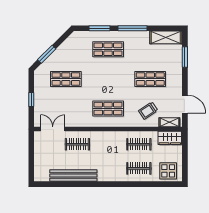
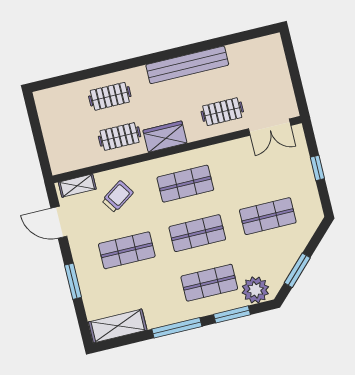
plant: (83, 39) -> (255, 290), added
window: (47, 54) -> (297, 270), moved
window: (185, 57) -> (73, 281), moved
shop shelf: (108, 79) -> (197, 233), added
wardrobe: (170, 138) -> (165, 137), moved
display table: (168, 171) -> (60, 104), removed
bench: (73, 175) -> (187, 65), moved

